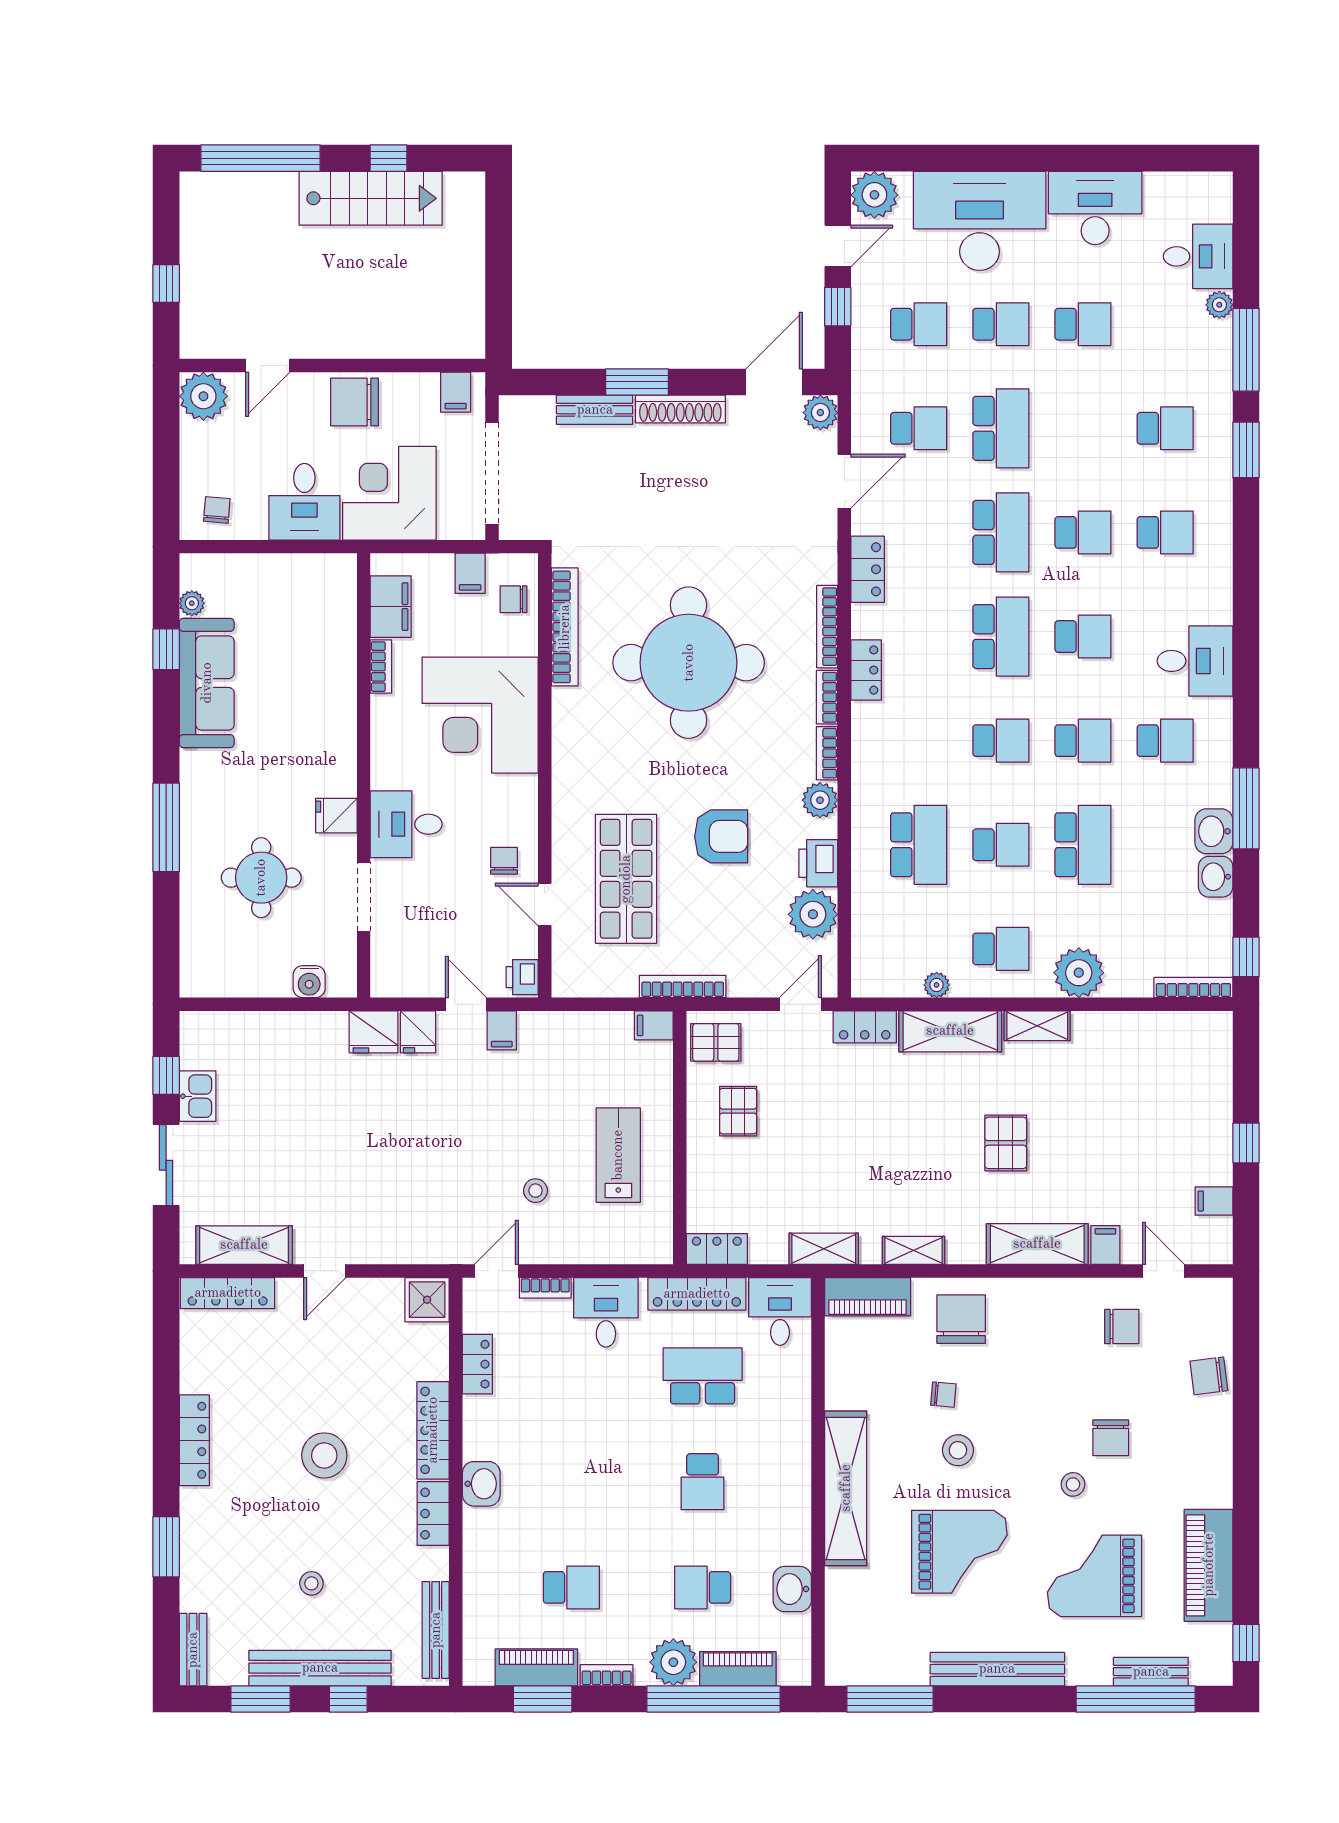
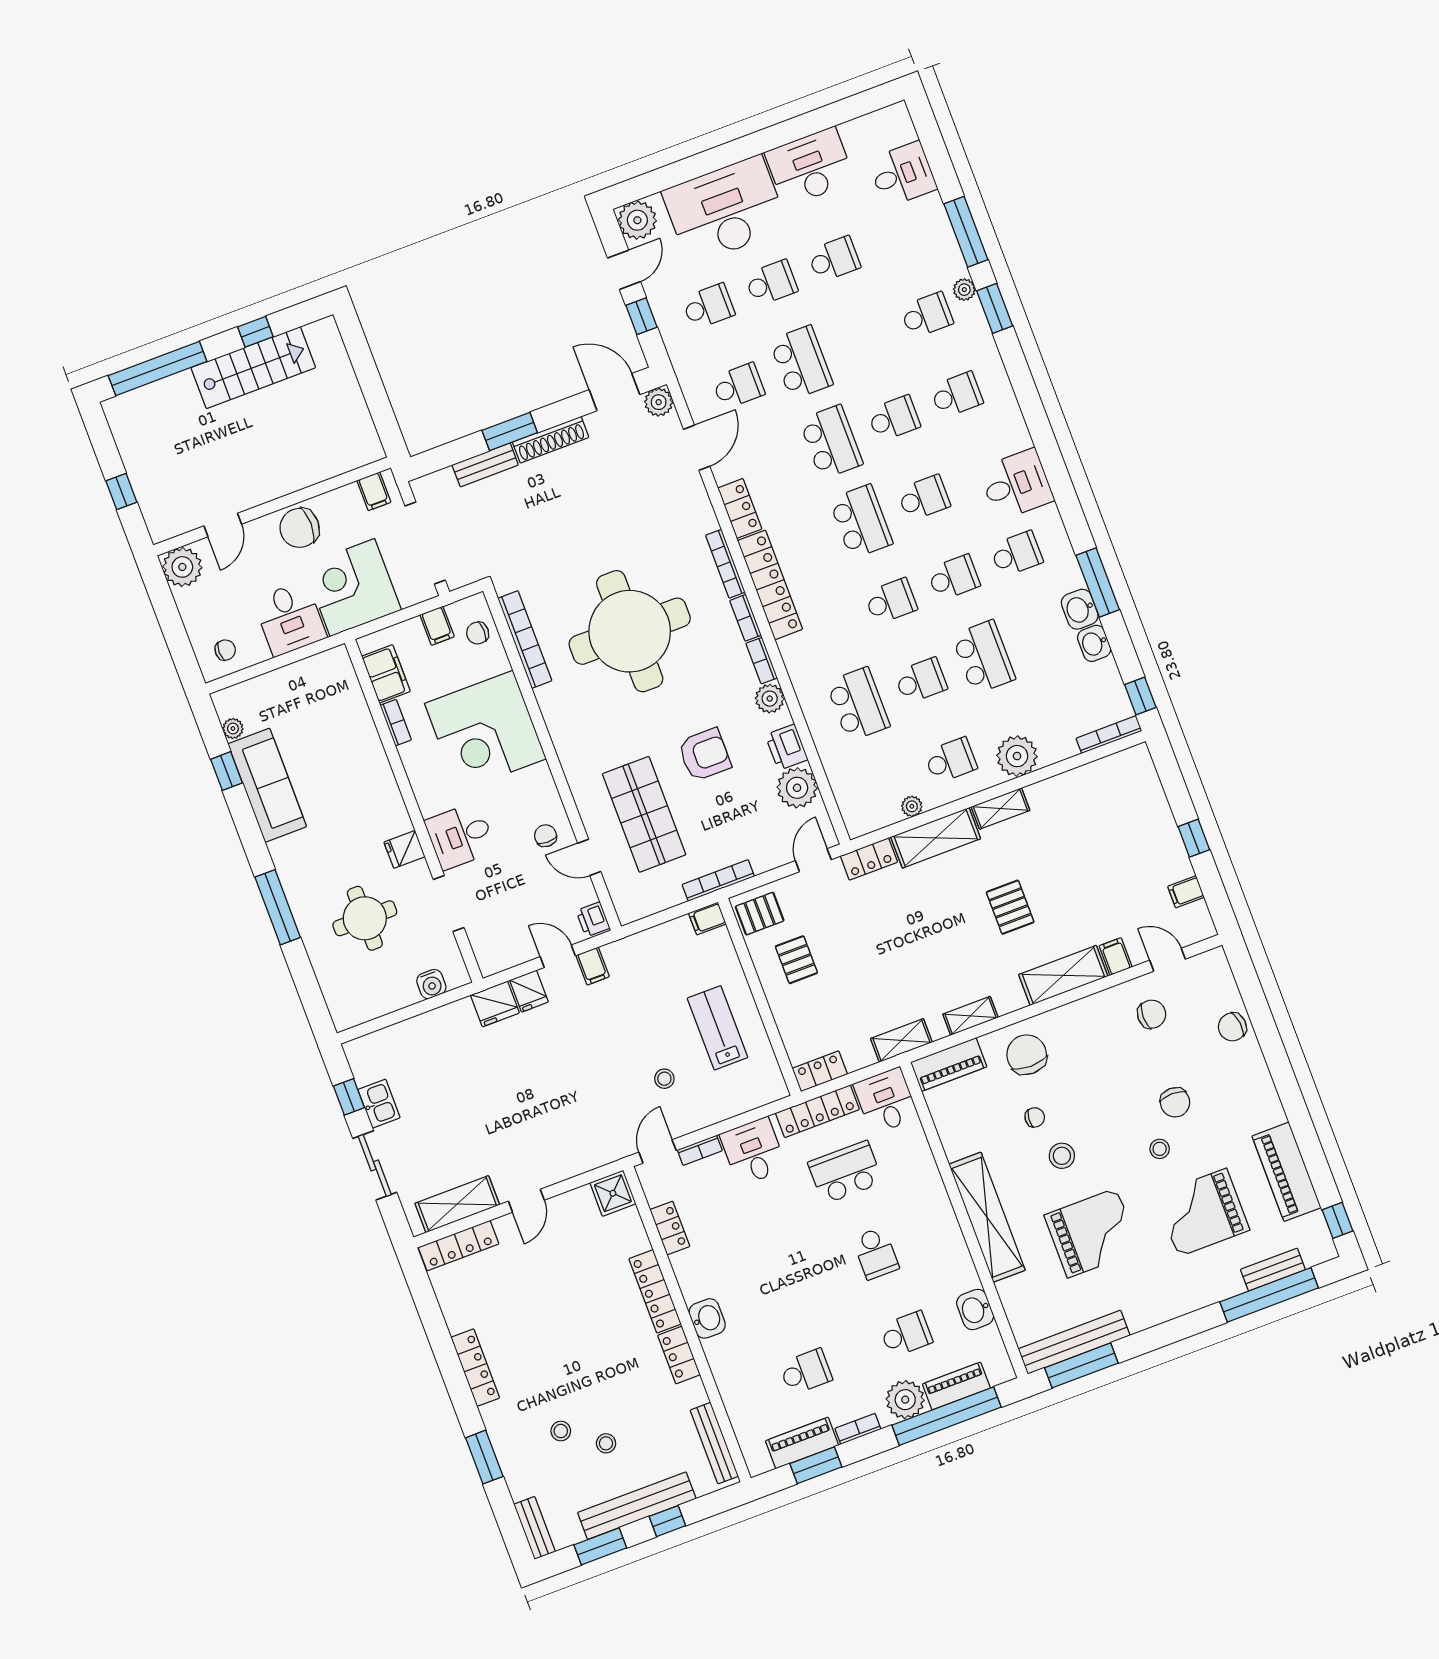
plant: (1219, 305) -> (964, 290), moved
door: (774, 382) -> (614, 392), hinge flipped
chair: (217, 510) -> (225, 650), turned 85
locker: (866, 670) -> (770, 585), width x2.16, depth x1.21
stool: (324, 1455) -> (561, 1431), moved, width x0.53, depth x0.53
school desk: (703, 1587) -> (906, 1334), turned 180
bench: (997, 1669) -> (1074, 1342), moved

